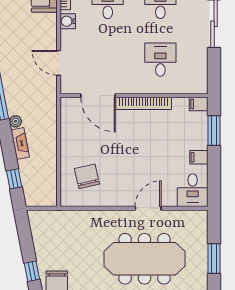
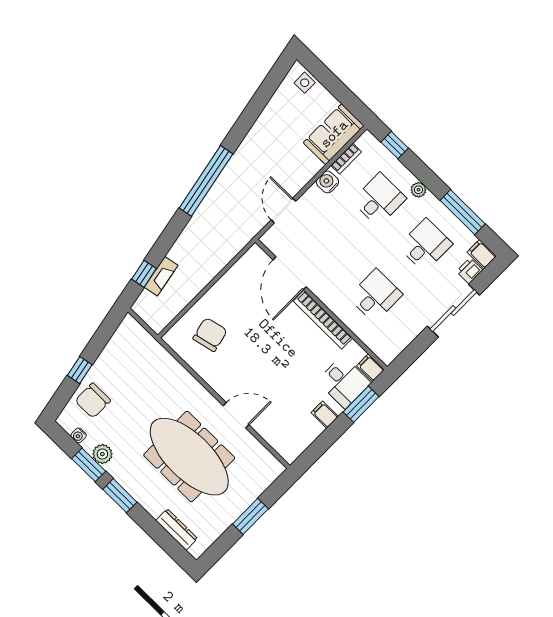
plant: (16, 121) -> (195, 225), removed
fireplace: (20, 143) -> (161, 276), moved
desk: (193, 190) -> (344, 382), moved, turned -90

